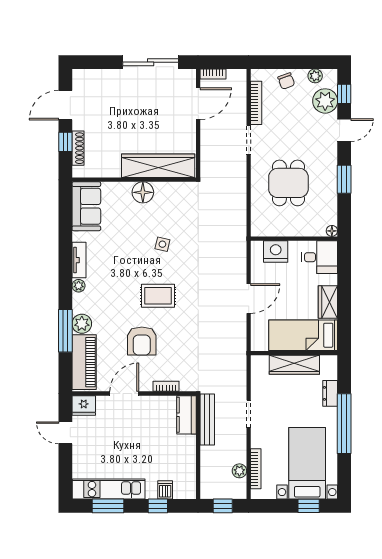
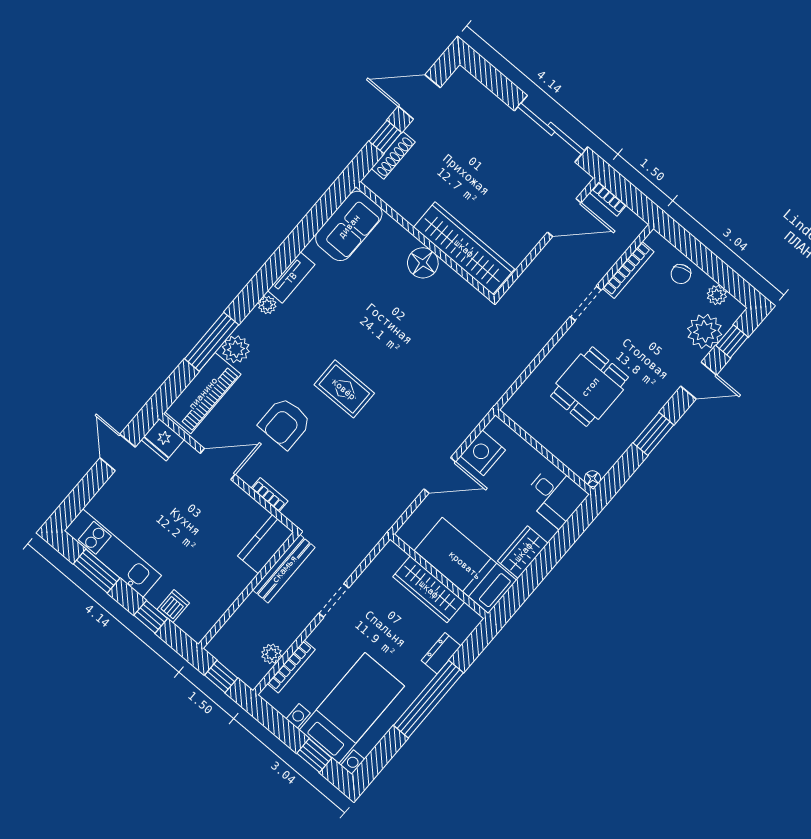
side table: (162, 244) -> (396, 337), removed
nightstand: (276, 251) -> (483, 453), moved, turned -90

